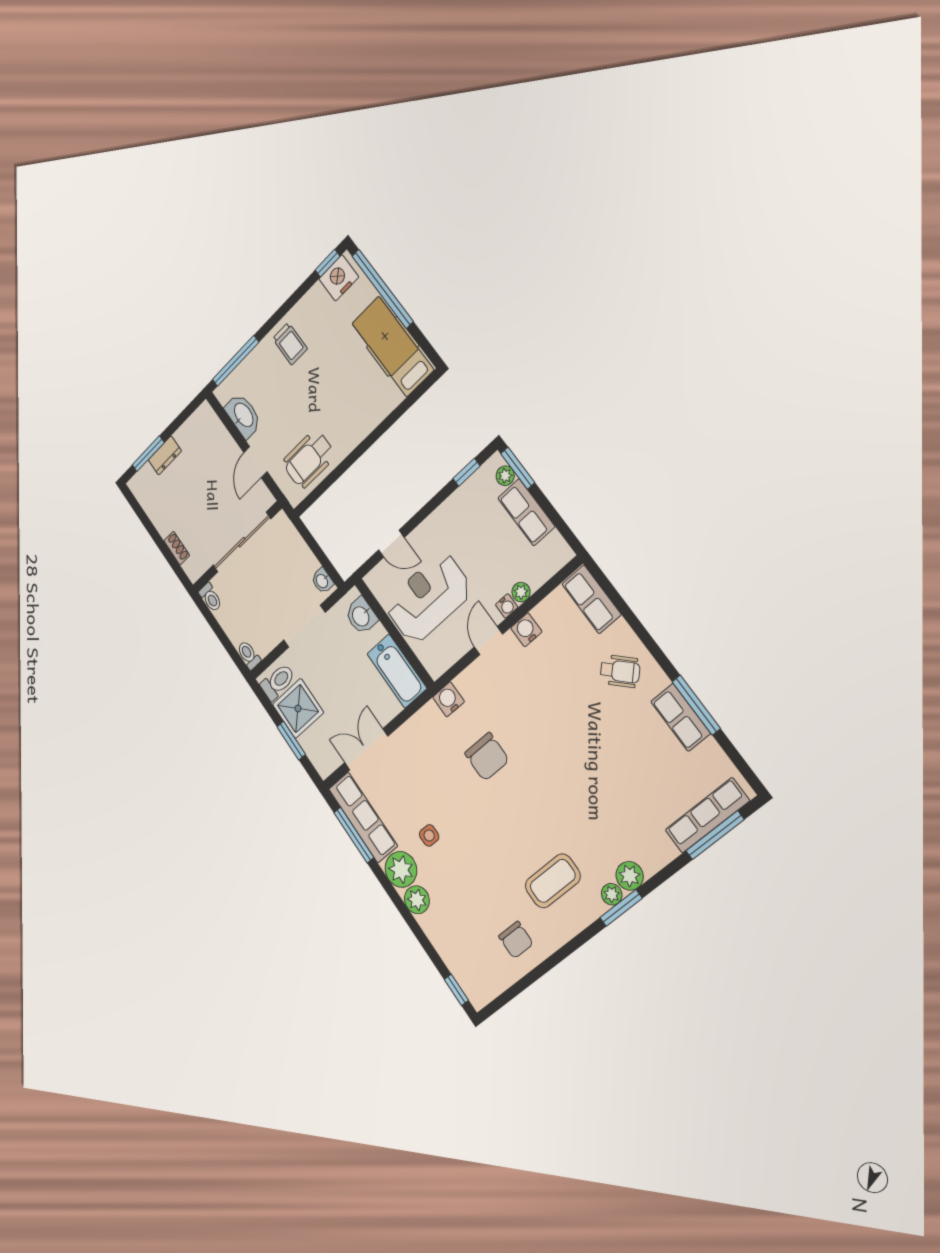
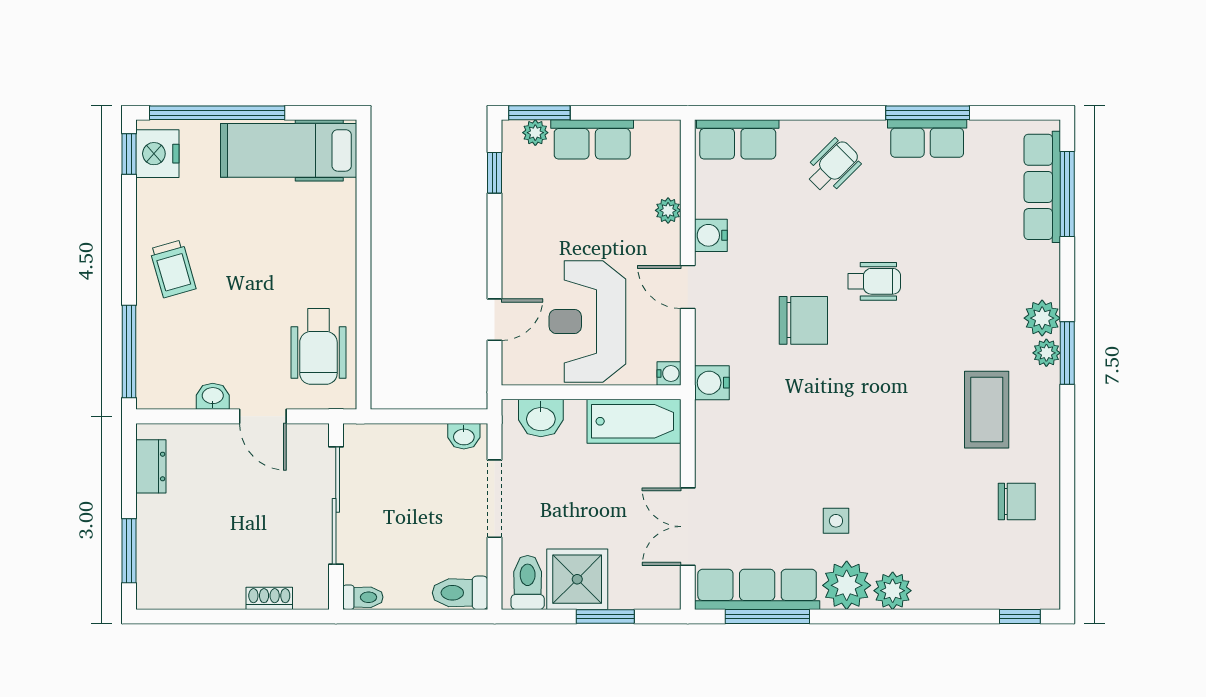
trolley: (290, 344) -> (173, 269), turned 74
washbasin: (243, 415) -> (213, 396), width x0.52, depth x0.69
dresser: (165, 455) -> (151, 466), moved
water cooler: (507, 606) -> (669, 373), moved
toilet: (249, 655) -> (460, 593), width x1.37, depth x1.39
wheelchair: (574, 752) -> (874, 281), added
chair: (487, 757) -> (803, 320), moved

